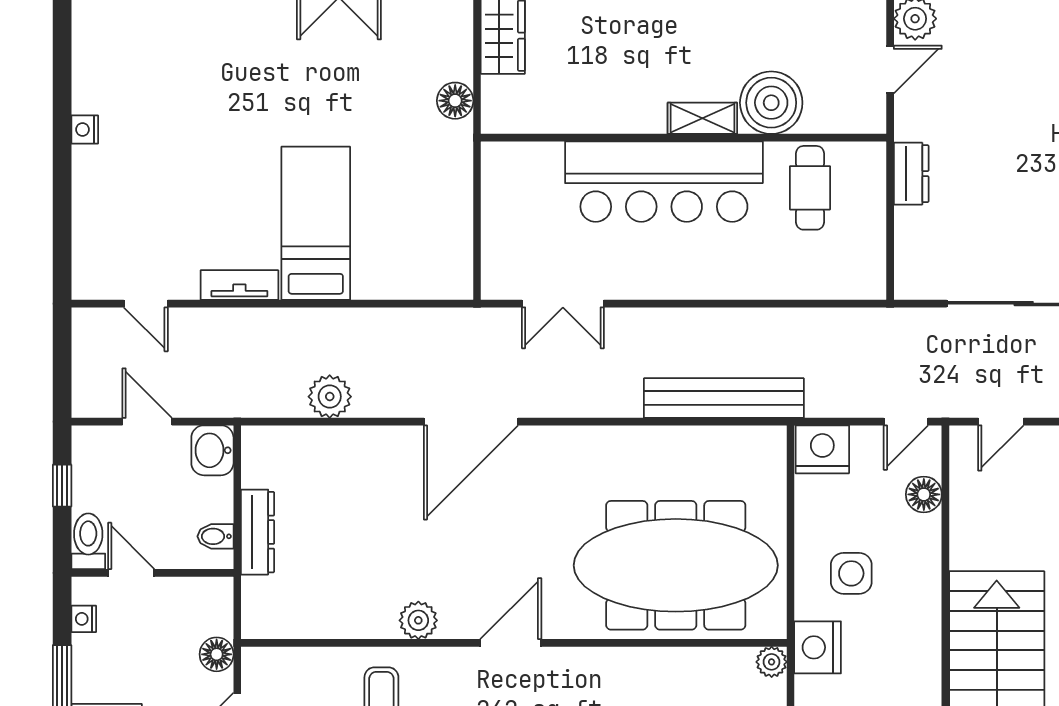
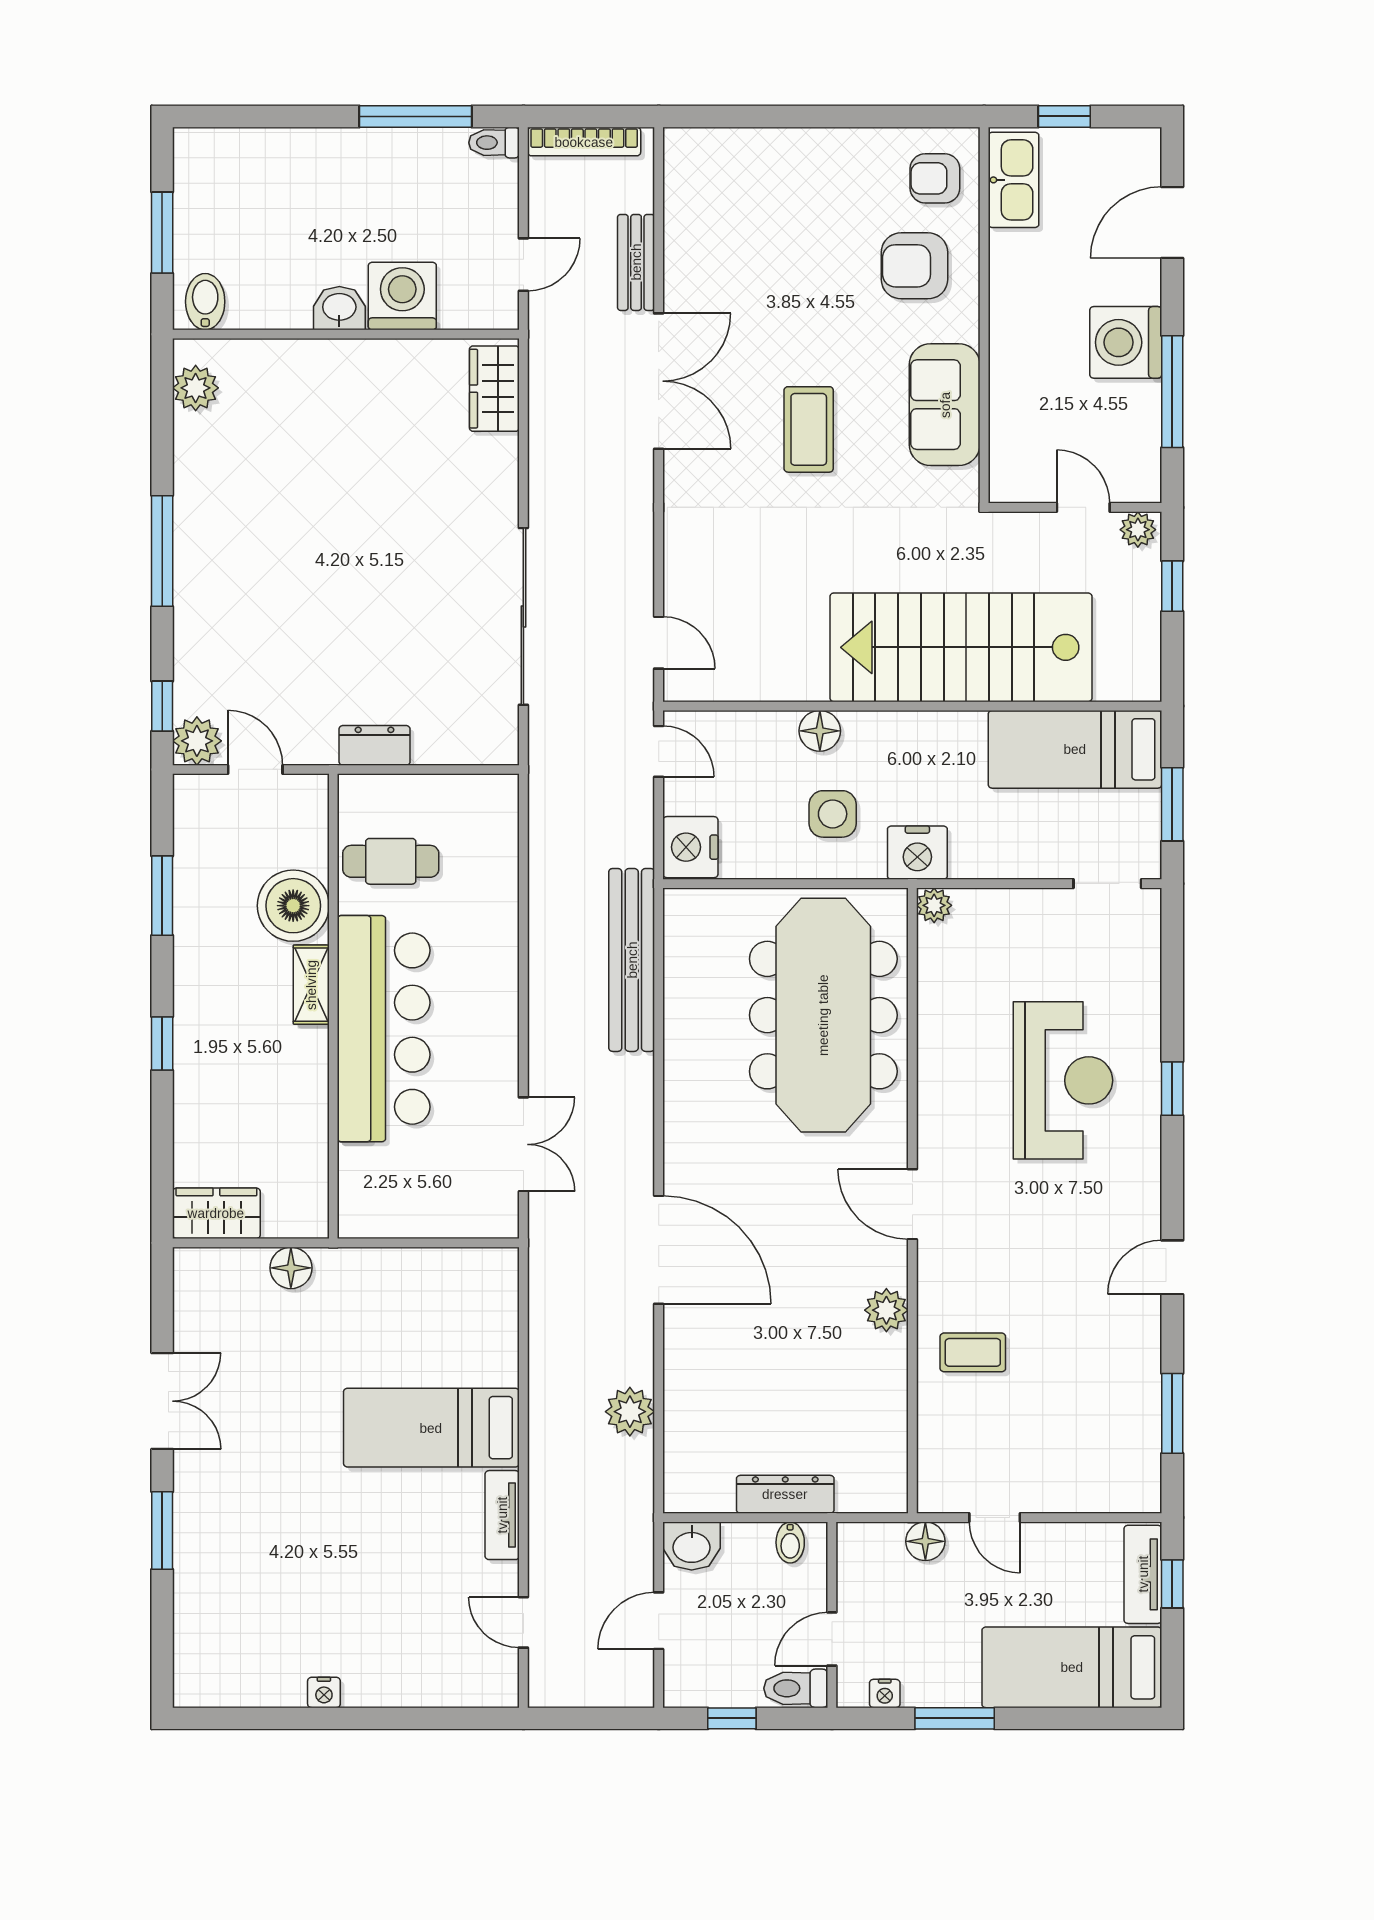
door: (146, 304) -> (523, 1622), swing flipped
floor lamp: (924, 494) -> (820, 731), moved

